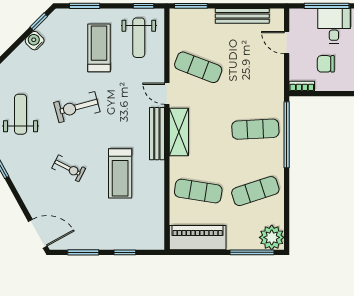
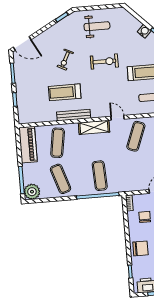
door: (167, 94) -> (118, 118), hinge flipped
exercise bike: (77, 107) -> (104, 62), turned 105
bench: (157, 134) -> (74, 115), moved
door: (38, 234) -> (22, 43), hinge flipped

